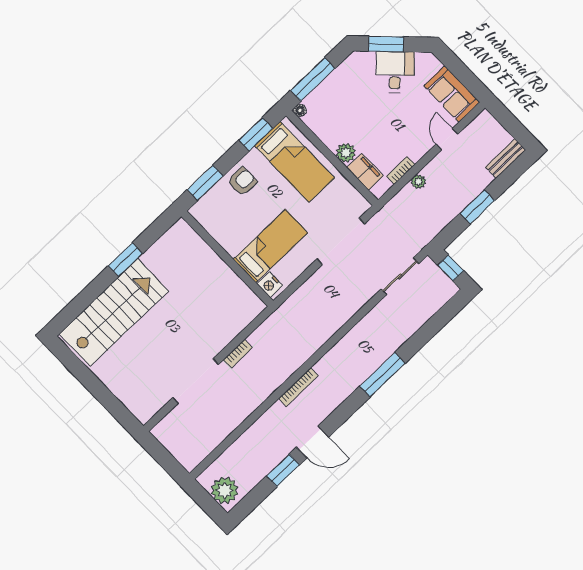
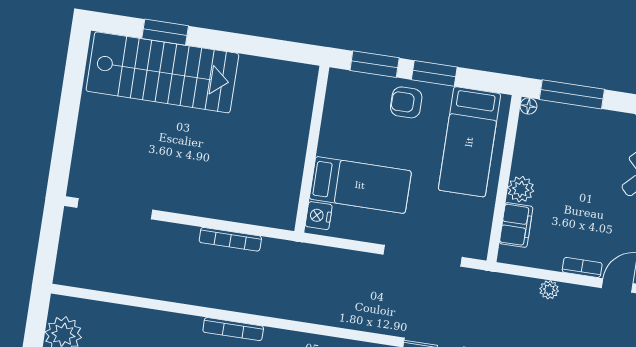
window: (256, 134) -> (434, 73), moved
bookcase: (401, 170) -> (582, 267), moved
armchair: (242, 181) -> (406, 102), turned 180
window: (125, 260) -> (165, 32), moved
bookcase: (238, 354) -> (230, 239), width x1.56
doorway: (196, 381) -> (115, 209), moved

